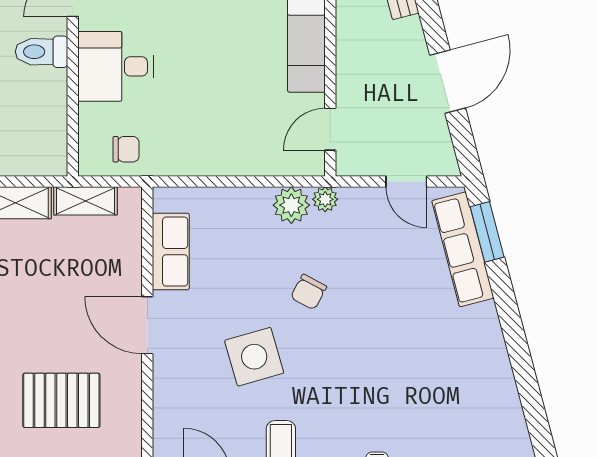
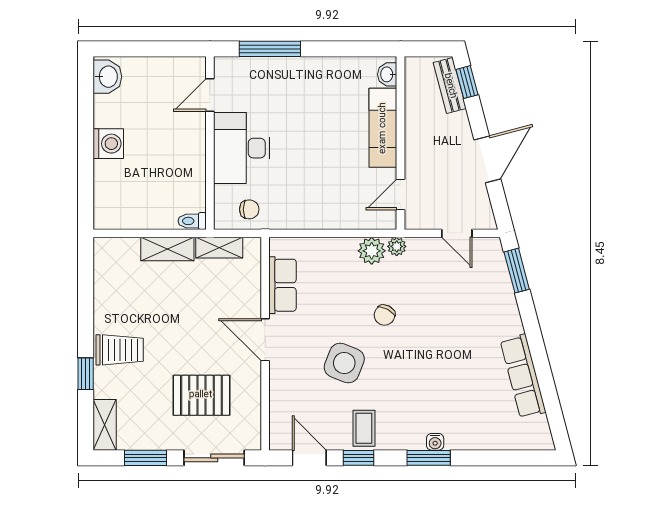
toilet: (41, 52) -> (192, 221), moved, width x0.73, depth x0.72
desk: (116, 66) -> (242, 148), width x1.37
row of seats: (463, 249) -> (523, 376), moved
side table: (254, 357) -> (344, 363), turned 38

